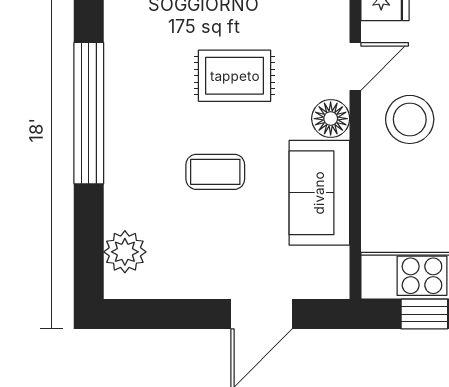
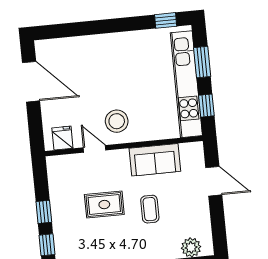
rug: (235, 76) -> (104, 205), turned 90
floor lamp: (331, 119) -> (120, 158), removed

